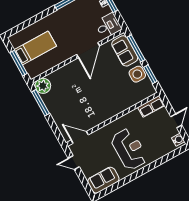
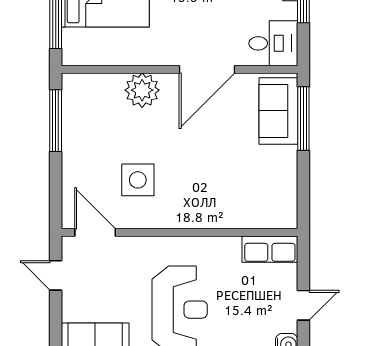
side table: (137, 74) -> (138, 180), moved
window: (150, 74) -> (303, 185), removed
plant: (43, 86) -> (142, 90), moved

